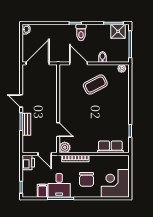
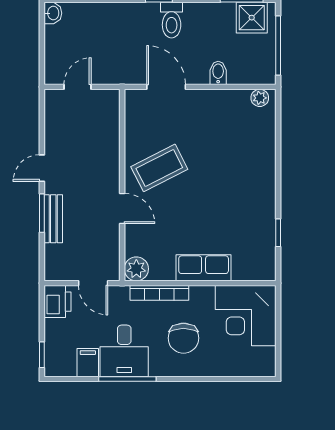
door: (38, 63) -> (78, 87), width x0.53
coffee table: (95, 84) -> (159, 168), moved
door: (21, 101) -> (42, 168), hinge flipped
door: (58, 130) -> (122, 209), moved
row of seats: (110, 147) -> (204, 268), moved
corner desk: (115, 183) -> (246, 316), moved, turned -90

